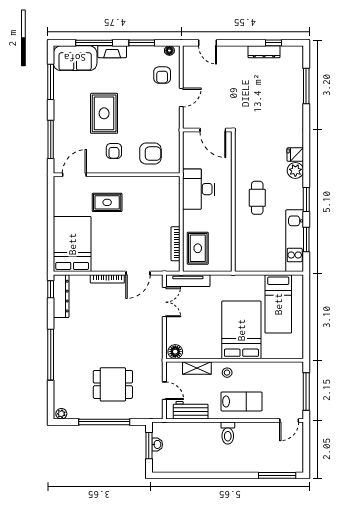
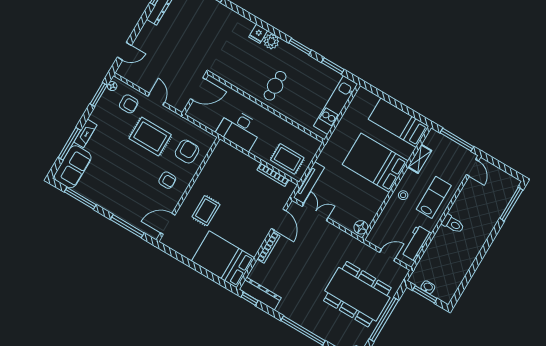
window: (142, 43) -> (99, 95), moved
rug: (104, 113) -> (150, 136), moved
door: (74, 175) -> (168, 224), hinge flipped
cafe table: (257, 198) -> (275, 86), turned 90
kitchen unit: (295, 241) -> (336, 105), moved, turned 90
bed: (278, 304) -> (399, 123), moved, turned 180
shelving: (197, 368) -> (420, 159), moved
dining table: (113, 384) -> (357, 294), width x1.88, depth x1.24

